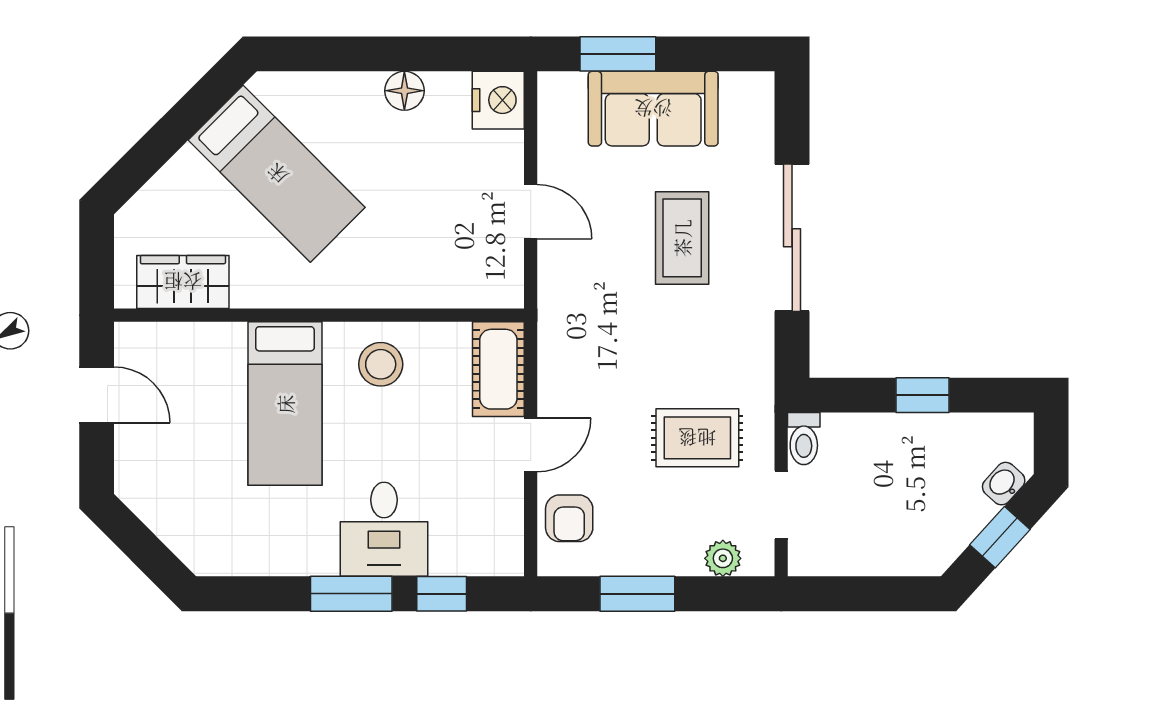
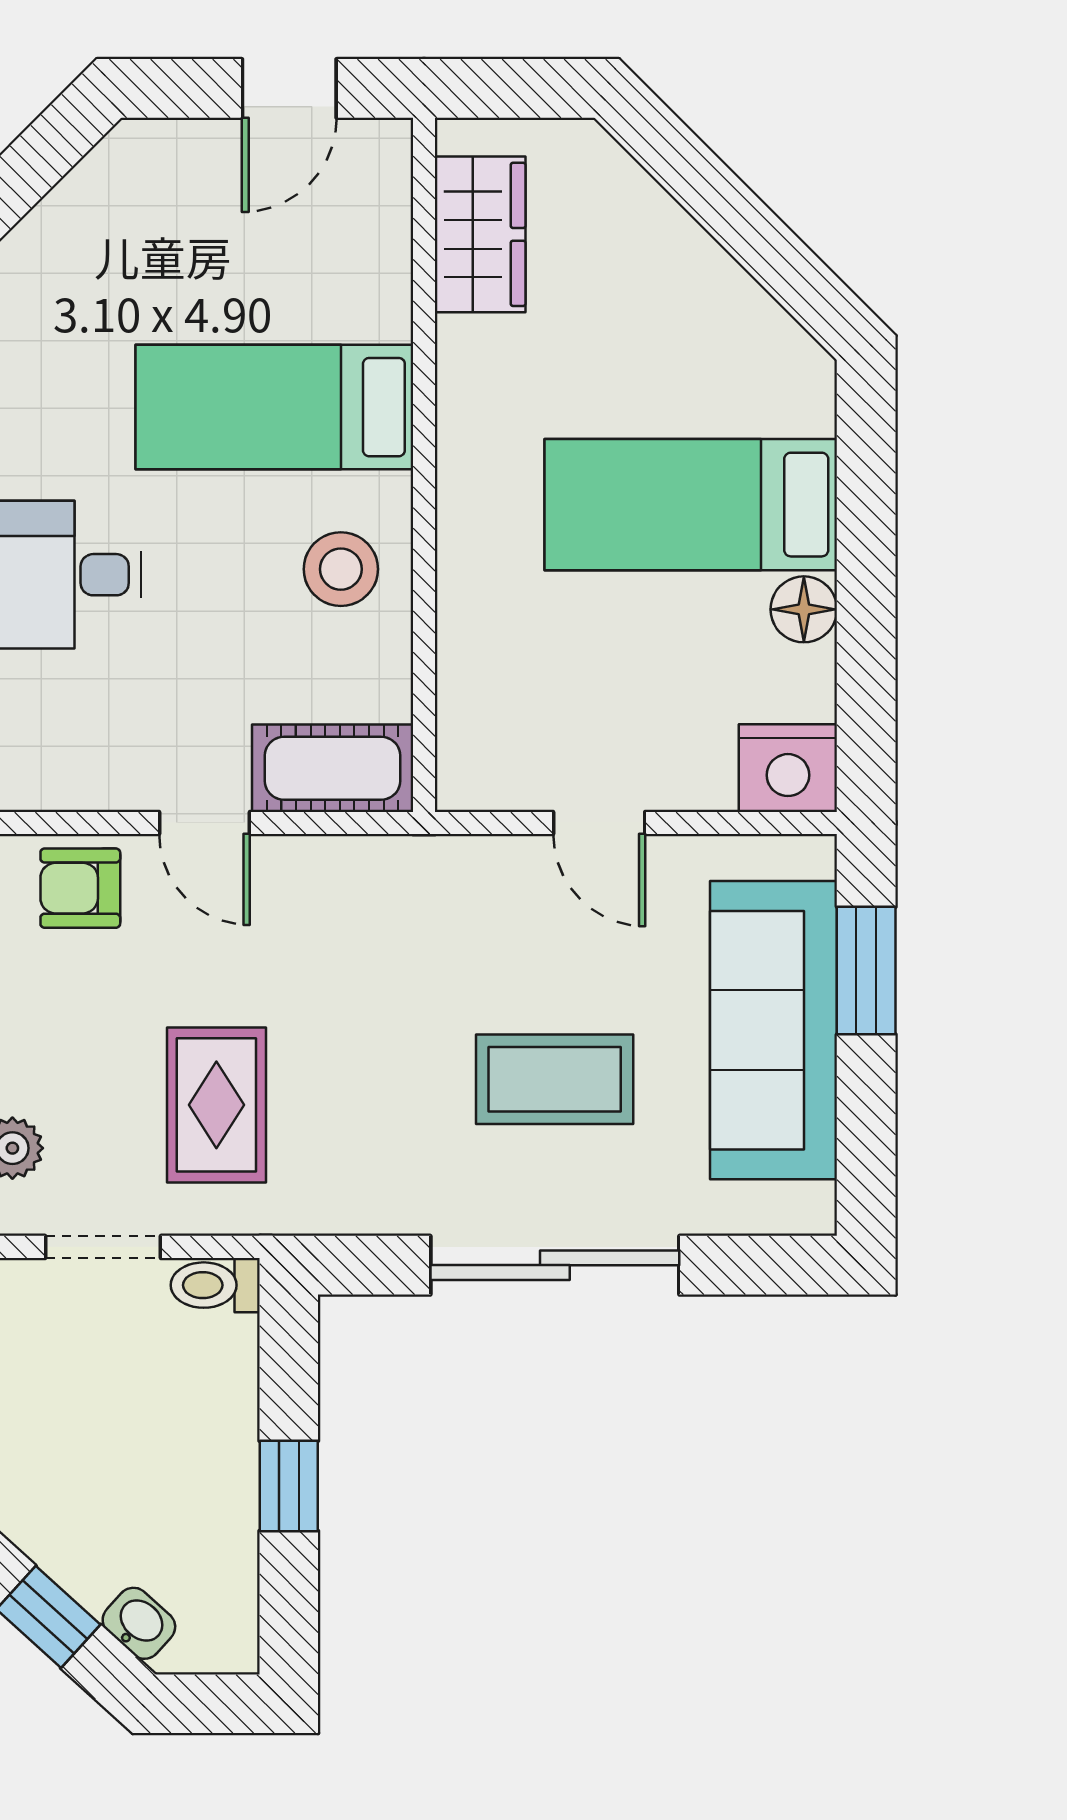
sofa: (653, 109) -> (774, 1030), width x1.36
bed: (277, 174) -> (691, 505), moved, turned 45
door: (531, 212) -> (599, 823), hinge flipped

